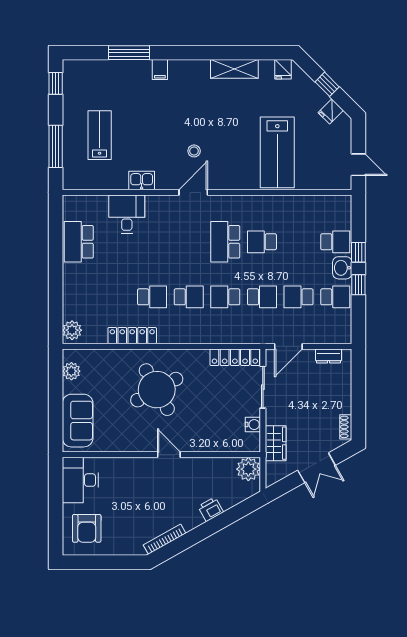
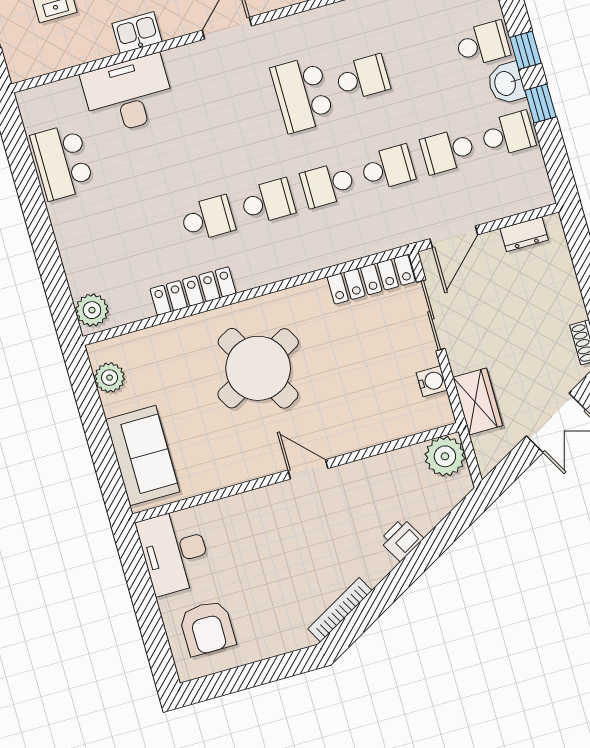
desk: (127, 214) -> (128, 95), width x1.37
school desk: (262, 242) -> (362, 78), turned 180

